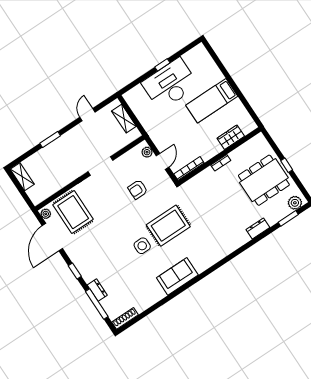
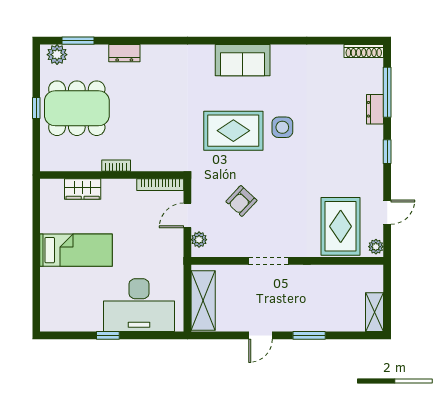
desk: (170, 84) -> (139, 305), moved
door: (87, 115) -> (261, 335), moved
shelving: (124, 119) -> (203, 300), width x1.50, depth x1.33
armchair: (138, 189) -> (241, 201), turned 133
door: (52, 237) -> (387, 212), width x0.53
sofa: (177, 276) -> (243, 60), moved

